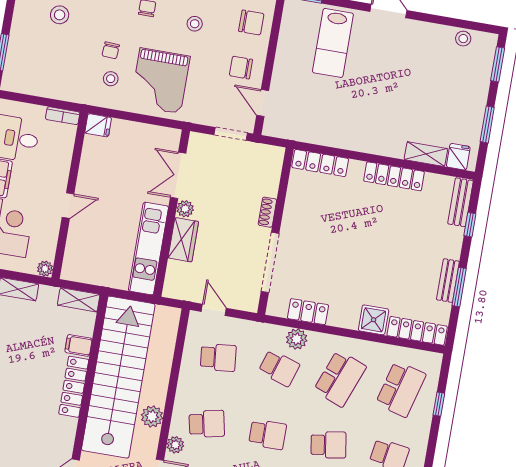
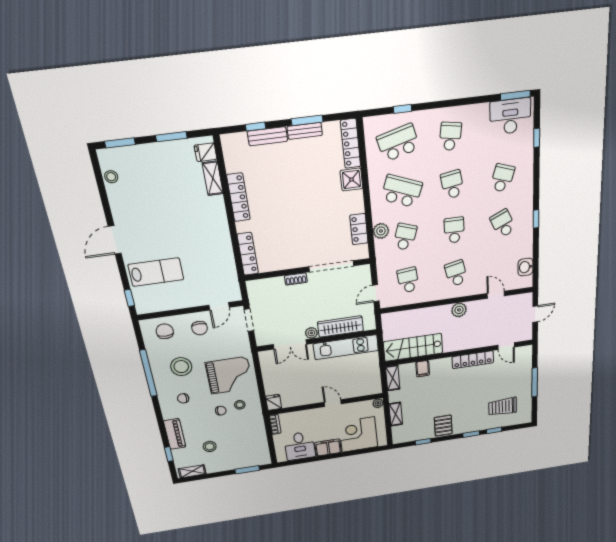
stool: (195, 24) -> (181, 367), width x1.89, depth x1.89
bench: (461, 202) -> (267, 136), moved
wardrobe: (183, 240) -> (340, 327), width x1.50
stairs: (118, 377) -> (413, 347), width x0.54, depth x0.66
locker: (74, 387) -> (473, 360), moved
school desk: (401, 389) -> (398, 143), turned -30
plant: (175, 445) -> (475, 289), removed

